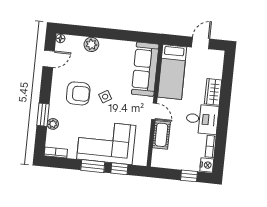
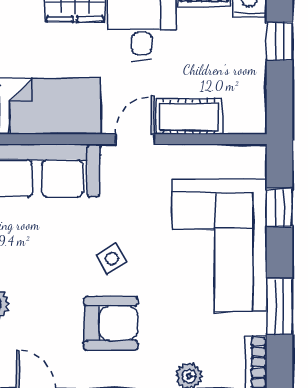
armchair: (78, 93) -> (111, 323), turned 90
window: (93, 166) -> (279, 306), moved

